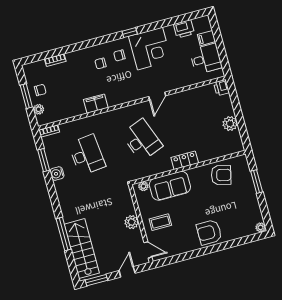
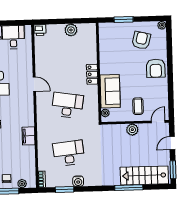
desk: (142, 140) -> (67, 105), turned 30
armchair: (221, 175) -> (141, 40), moved
door: (127, 272) -> (172, 143), hinge flipped

